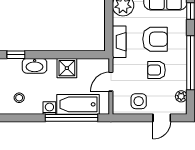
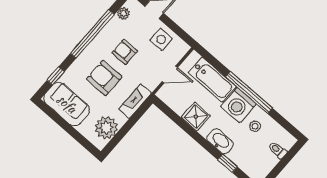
armchair: (157, 70) -> (125, 52), turned 180
washing machine: (49, 108) -> (238, 105), width x1.89, depth x1.89
window: (72, 118) -> (249, 93), moved

